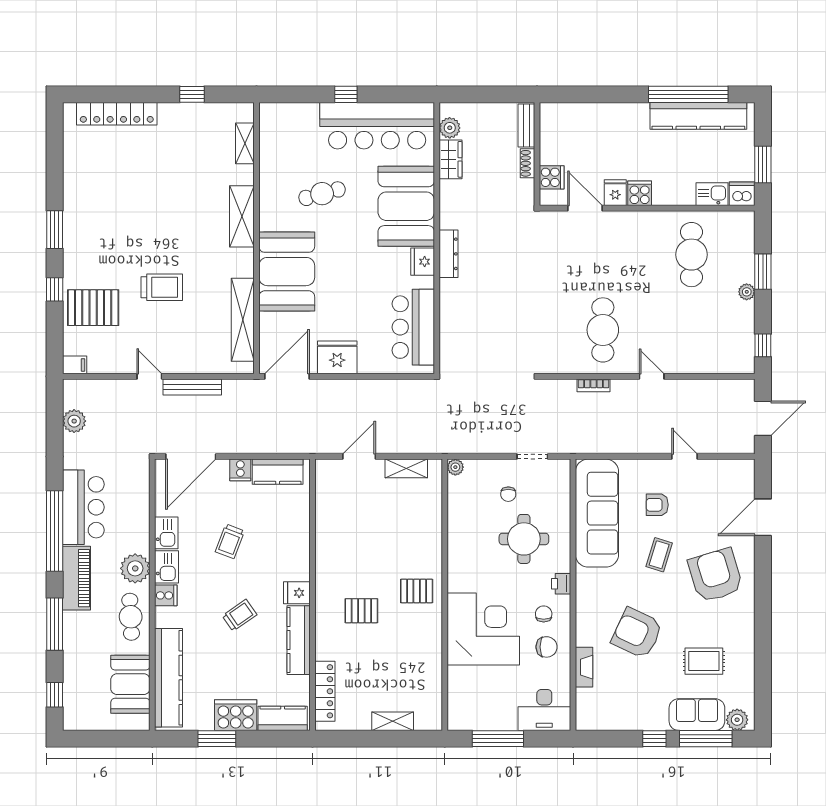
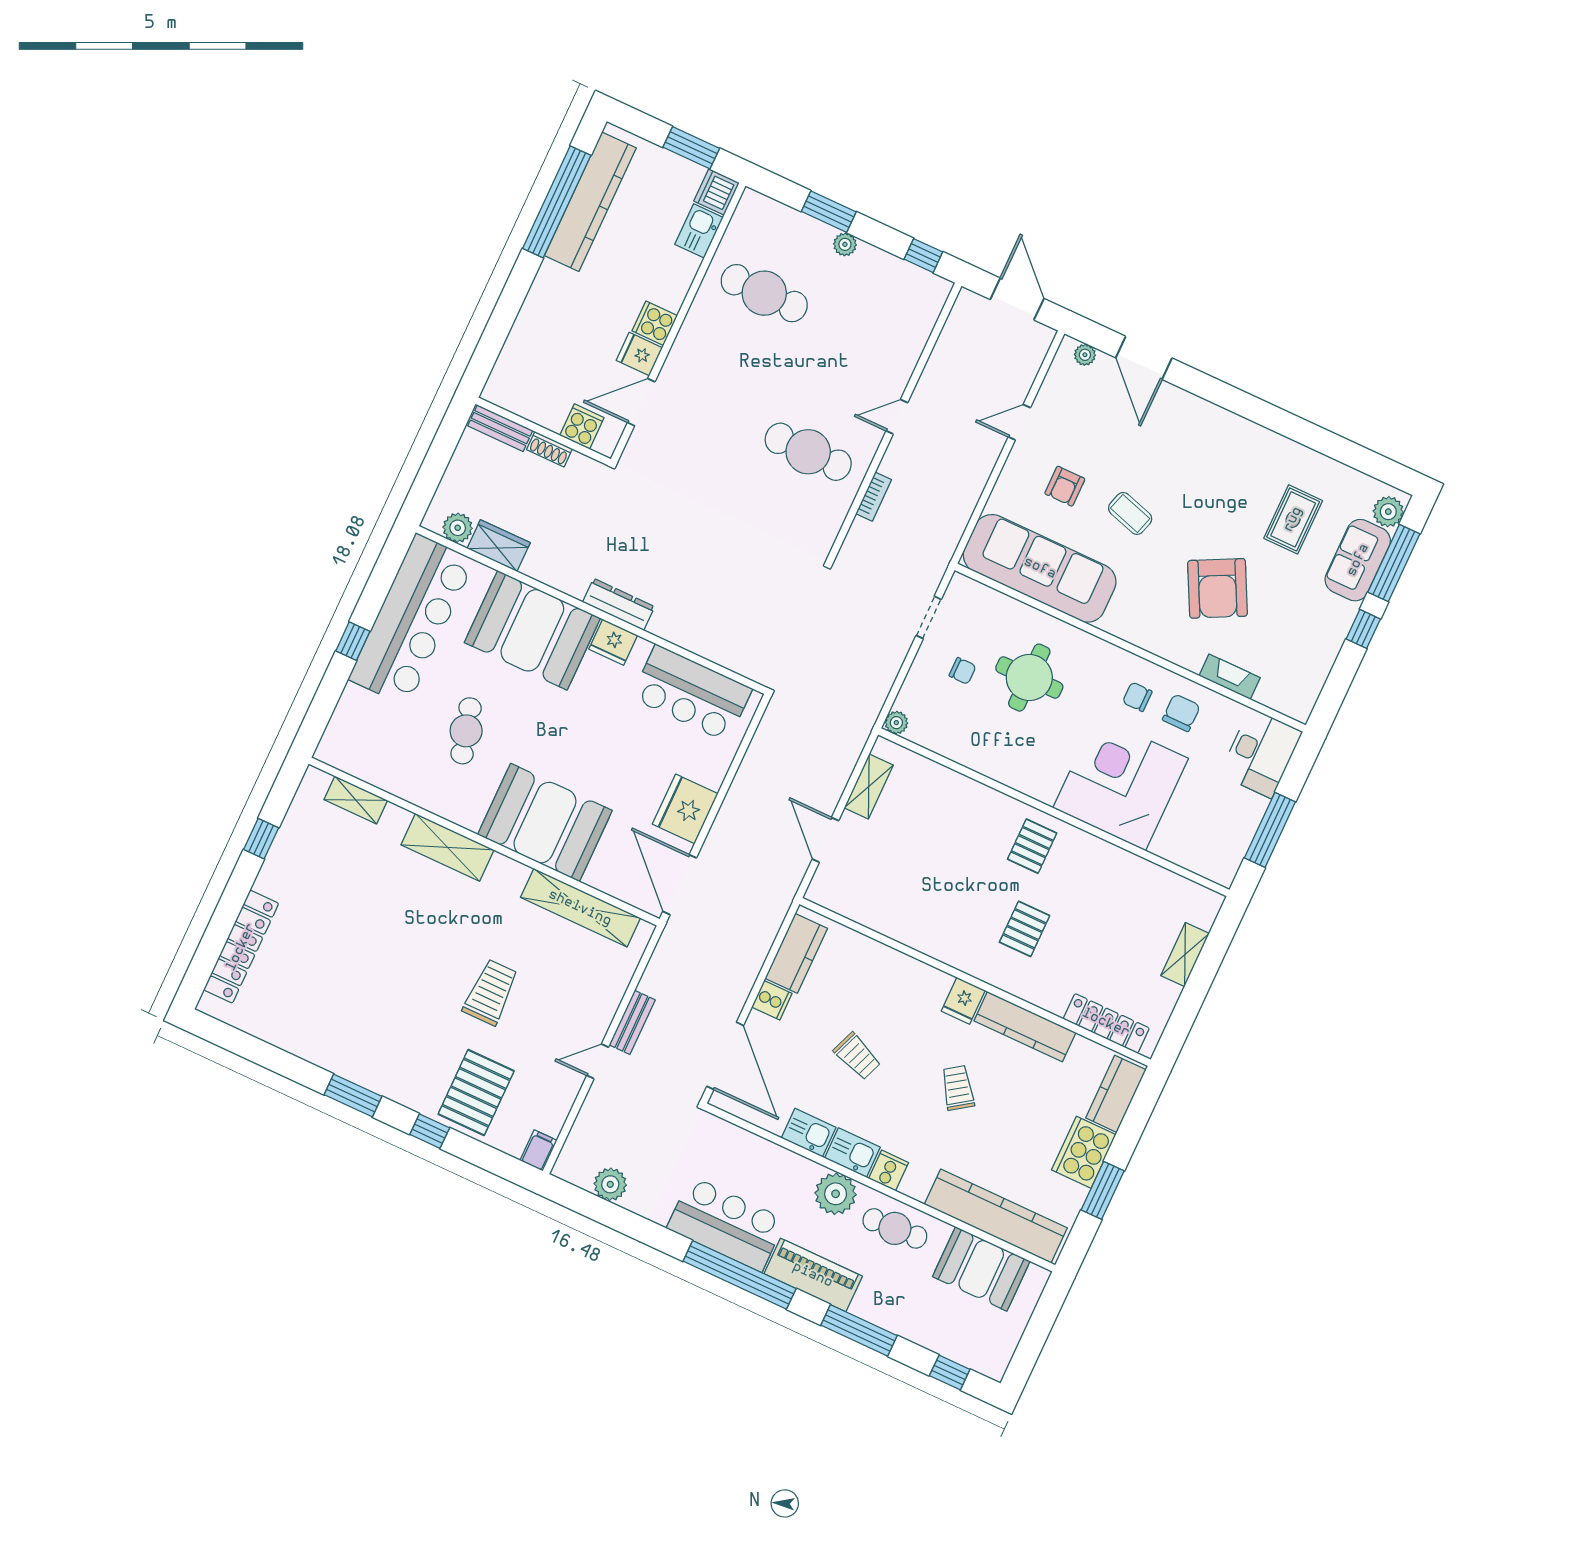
bench: (192, 387) -> (632, 1022), width x0.73
plant: (747, 479) -> (1085, 355), added
armchair: (715, 575) -> (1190, 453), removed
printer: (561, 584) -> (1109, 656), removed
armchair: (637, 633) -> (1217, 588), turned -52

